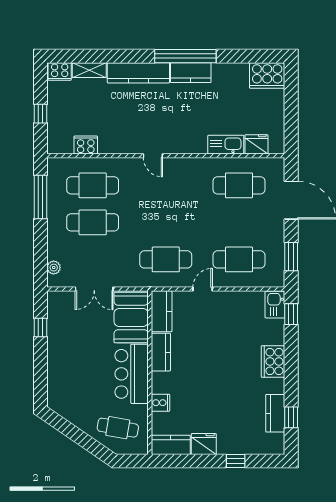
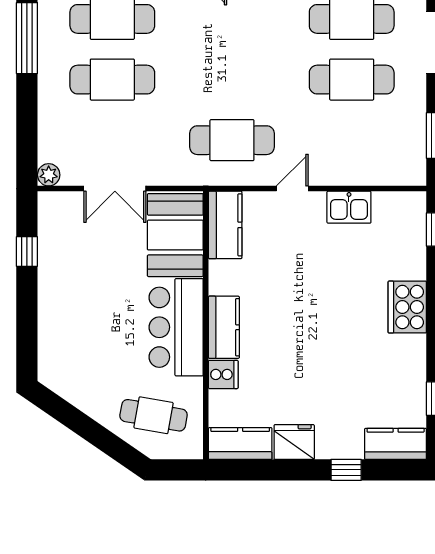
cafe table: (239, 259) -> (352, 80), moved
plant: (54, 268) -> (49, 175), moved
kitchen sink: (275, 305) -> (349, 207), moved, turned -90
kitchen counter: (161, 352) -> (224, 327), moved
kitchen counter: (275, 413) -> (396, 444), moved, turned 90

